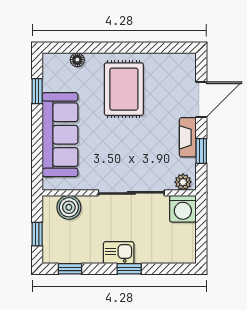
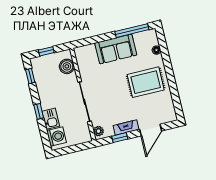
window: (37, 91) -> (132, 31), width x2.17
door: (201, 99) -> (151, 130), hinge flipped
sofa: (60, 135) -> (116, 49), width x0.73
washing machine: (183, 209) -> (56, 137), moved, turned 180
kitchen sink: (119, 253) -> (51, 119), moved

